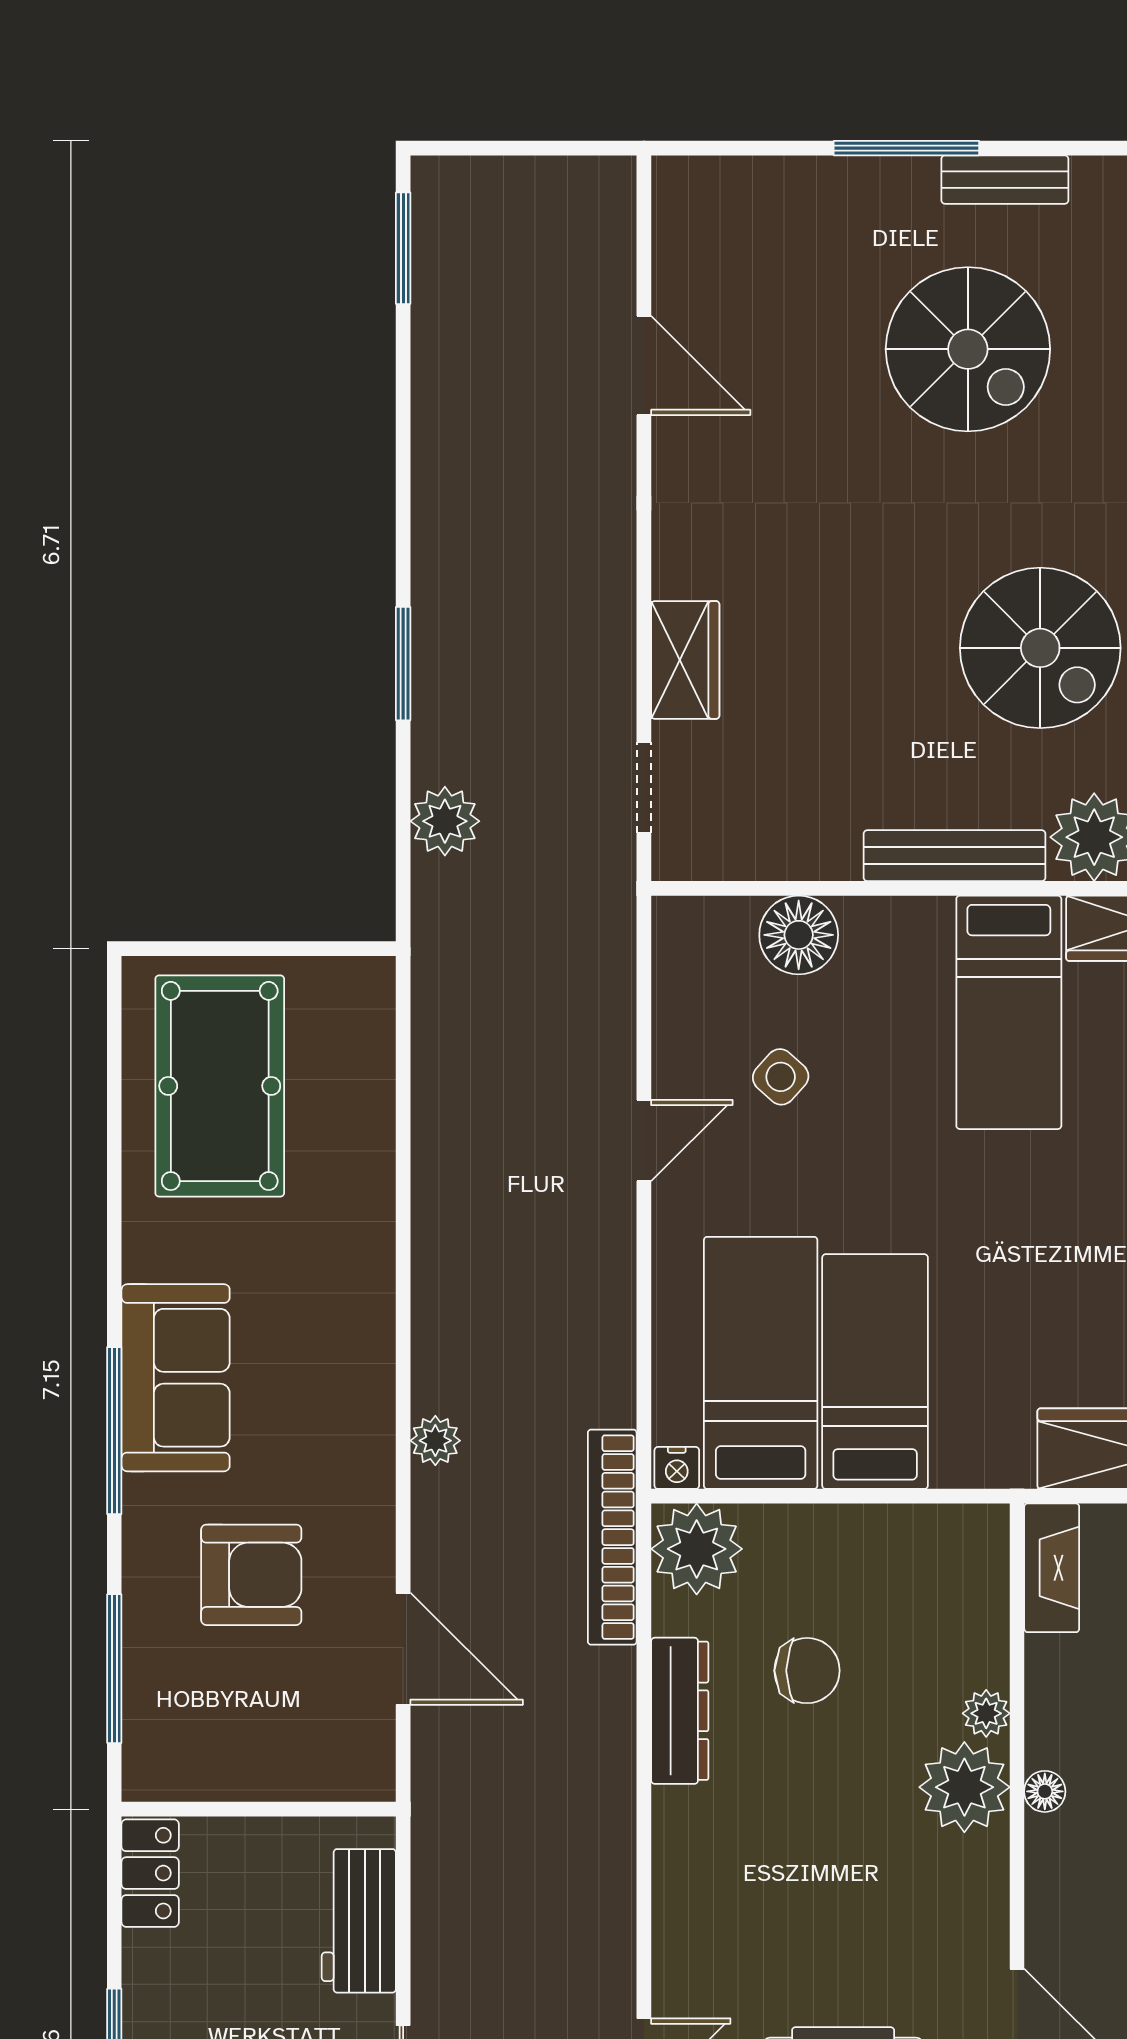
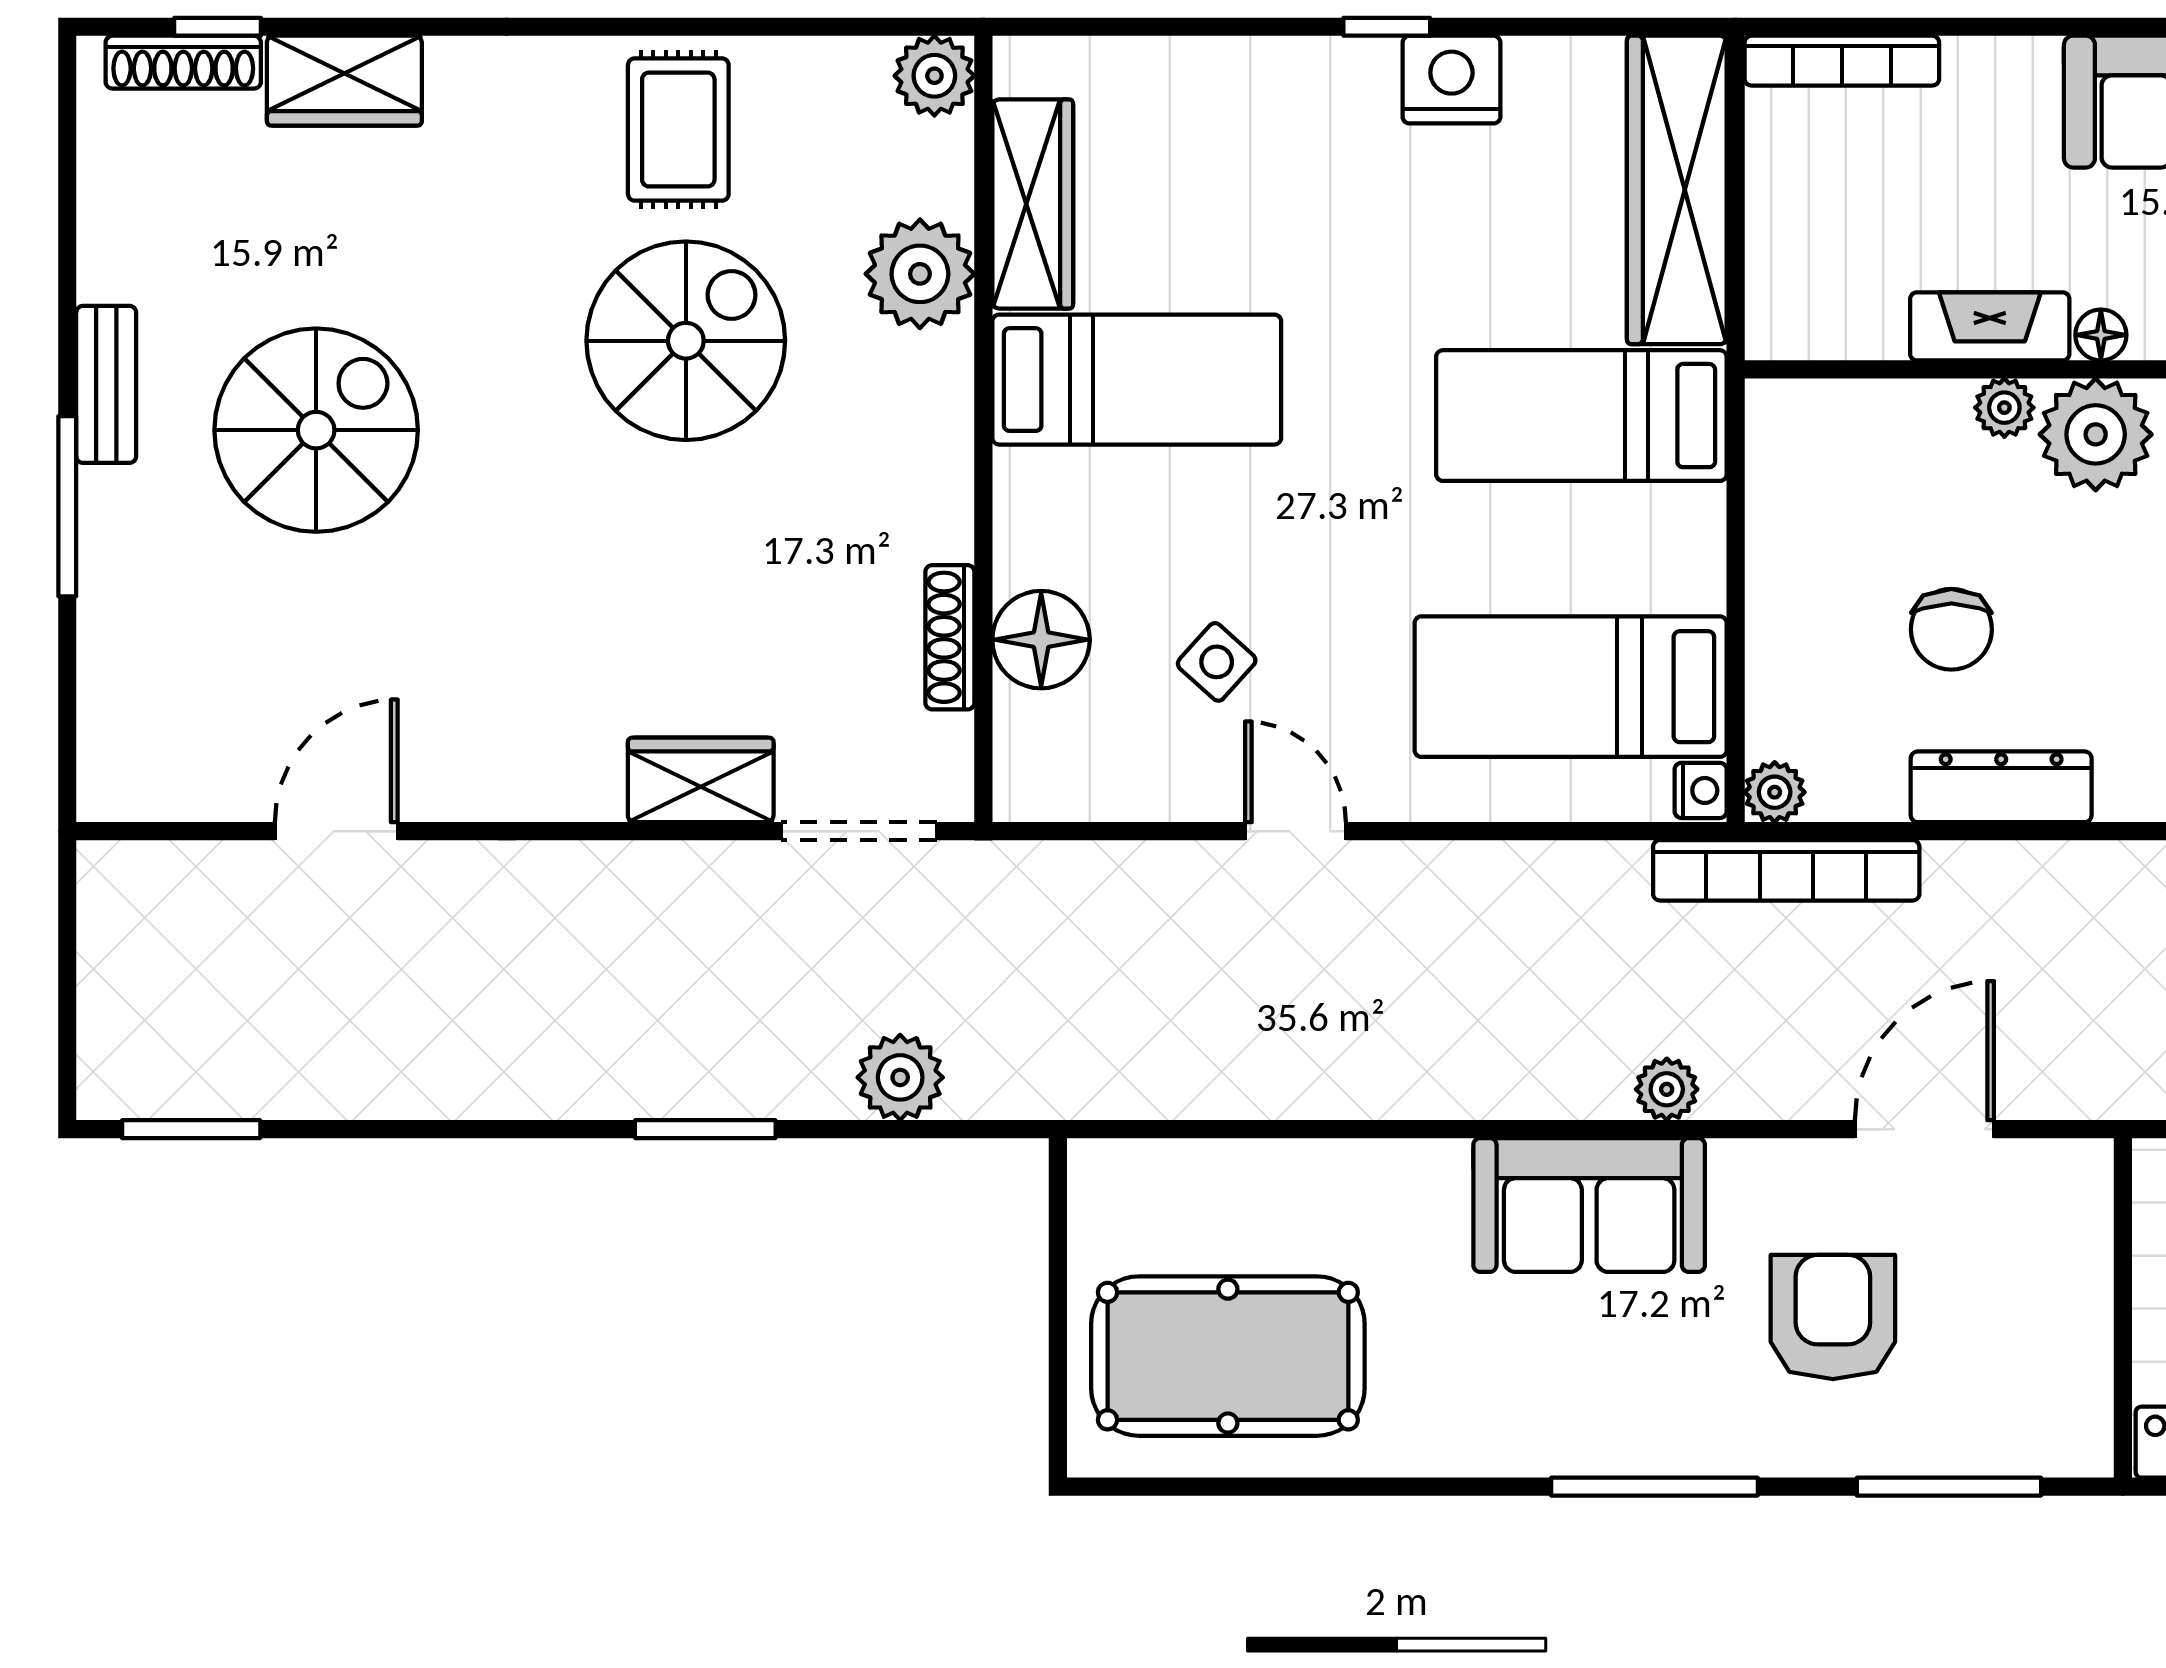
doorway: (644, 788) -> (859, 831), width x1.38
bench: (955, 856) -> (943, 447), removed
shoe rack: (801, 861) -> (950, 637), added
bed: (875, 1372) -> (1581, 416), moved
sofa: (176, 1378) -> (1589, 1205), moved, turned 180
plant: (697, 1549) -> (1775, 792), width x0.53, depth x0.53
fireplace: (1052, 1568) -> (1990, 326), moved
chair: (807, 1671) -> (1951, 629), turned 180

